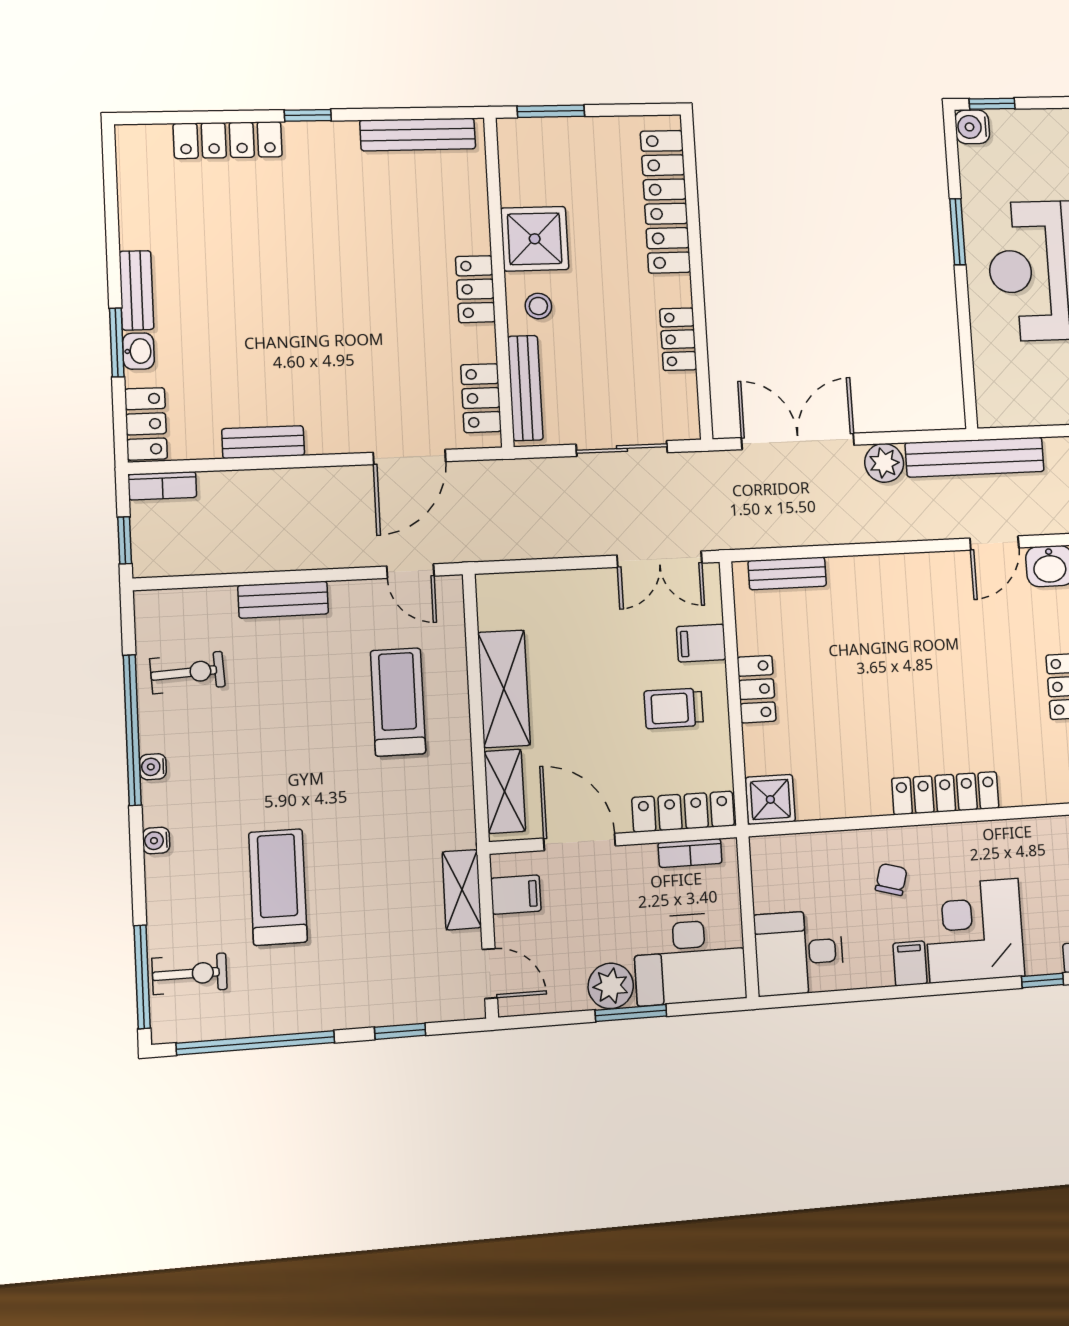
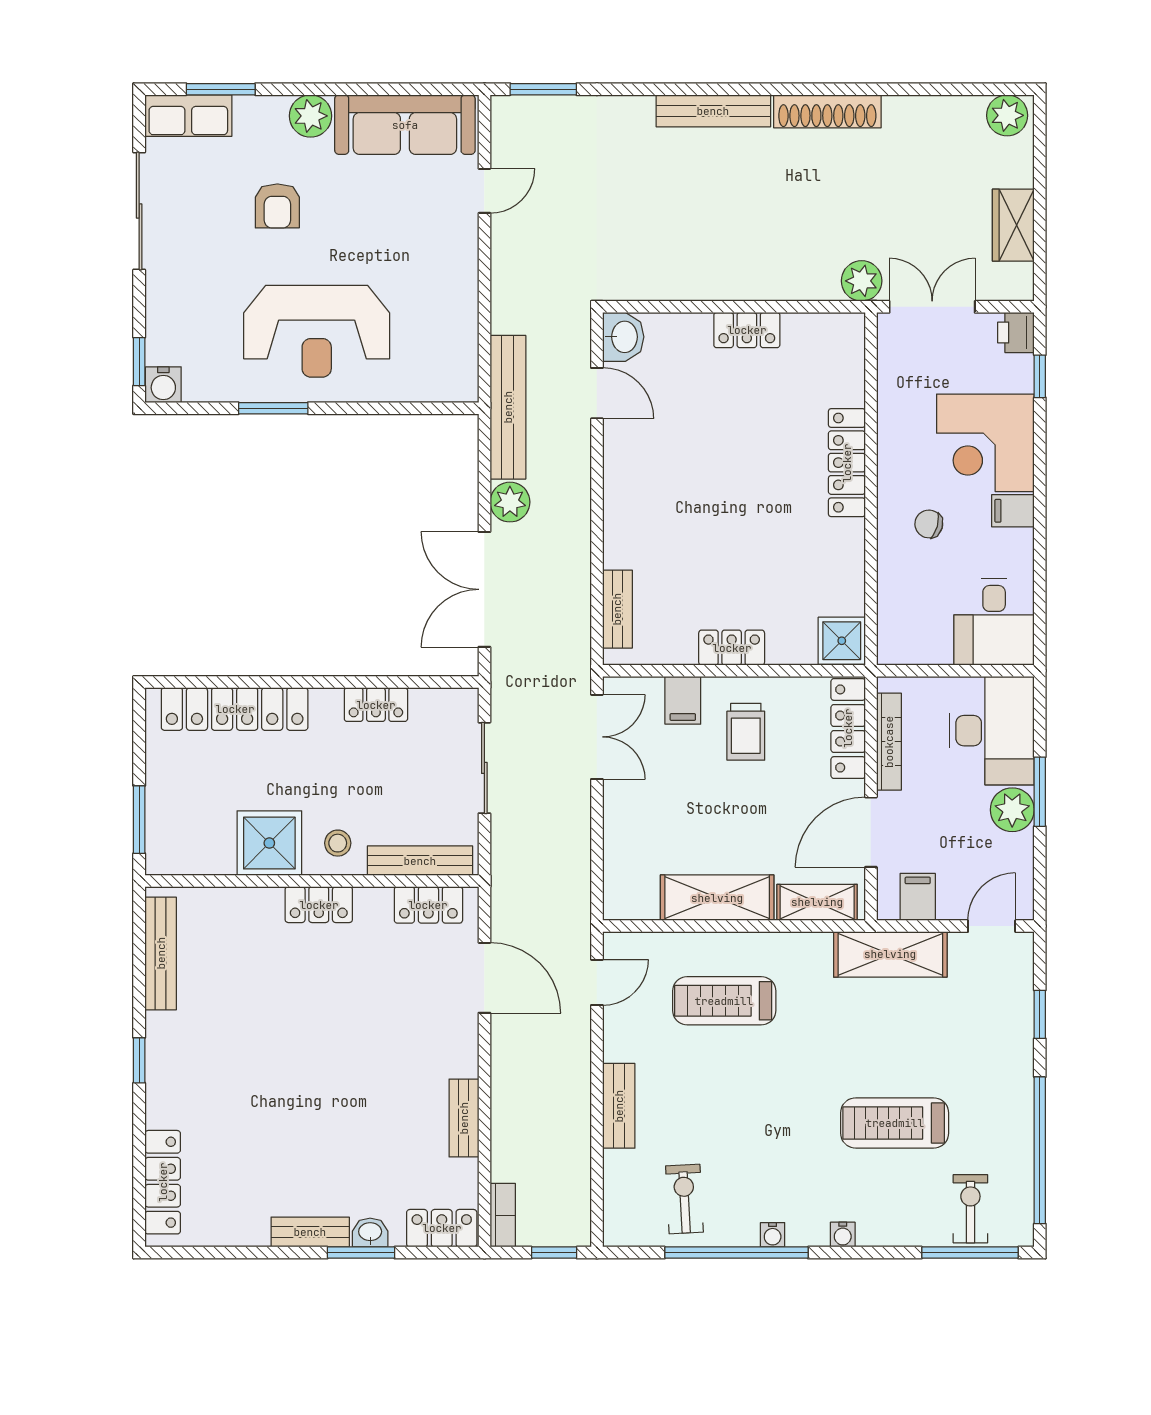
locker: (228, 140) -> (163, 1182), moved
bookcase: (690, 853) -> (889, 742), width x1.56
shelving: (462, 890) -> (890, 954), width x1.50, depth x1.33

